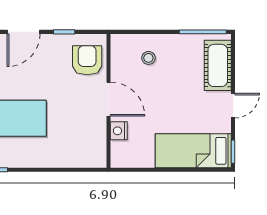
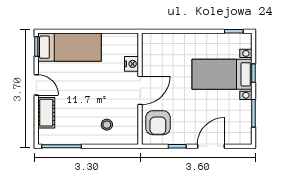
cot: (218, 65) -> (46, 113), width x0.73, depth x0.75
door: (109, 99) -> (140, 90), swing flipped
door: (233, 106) -> (36, 85), swing flipped

